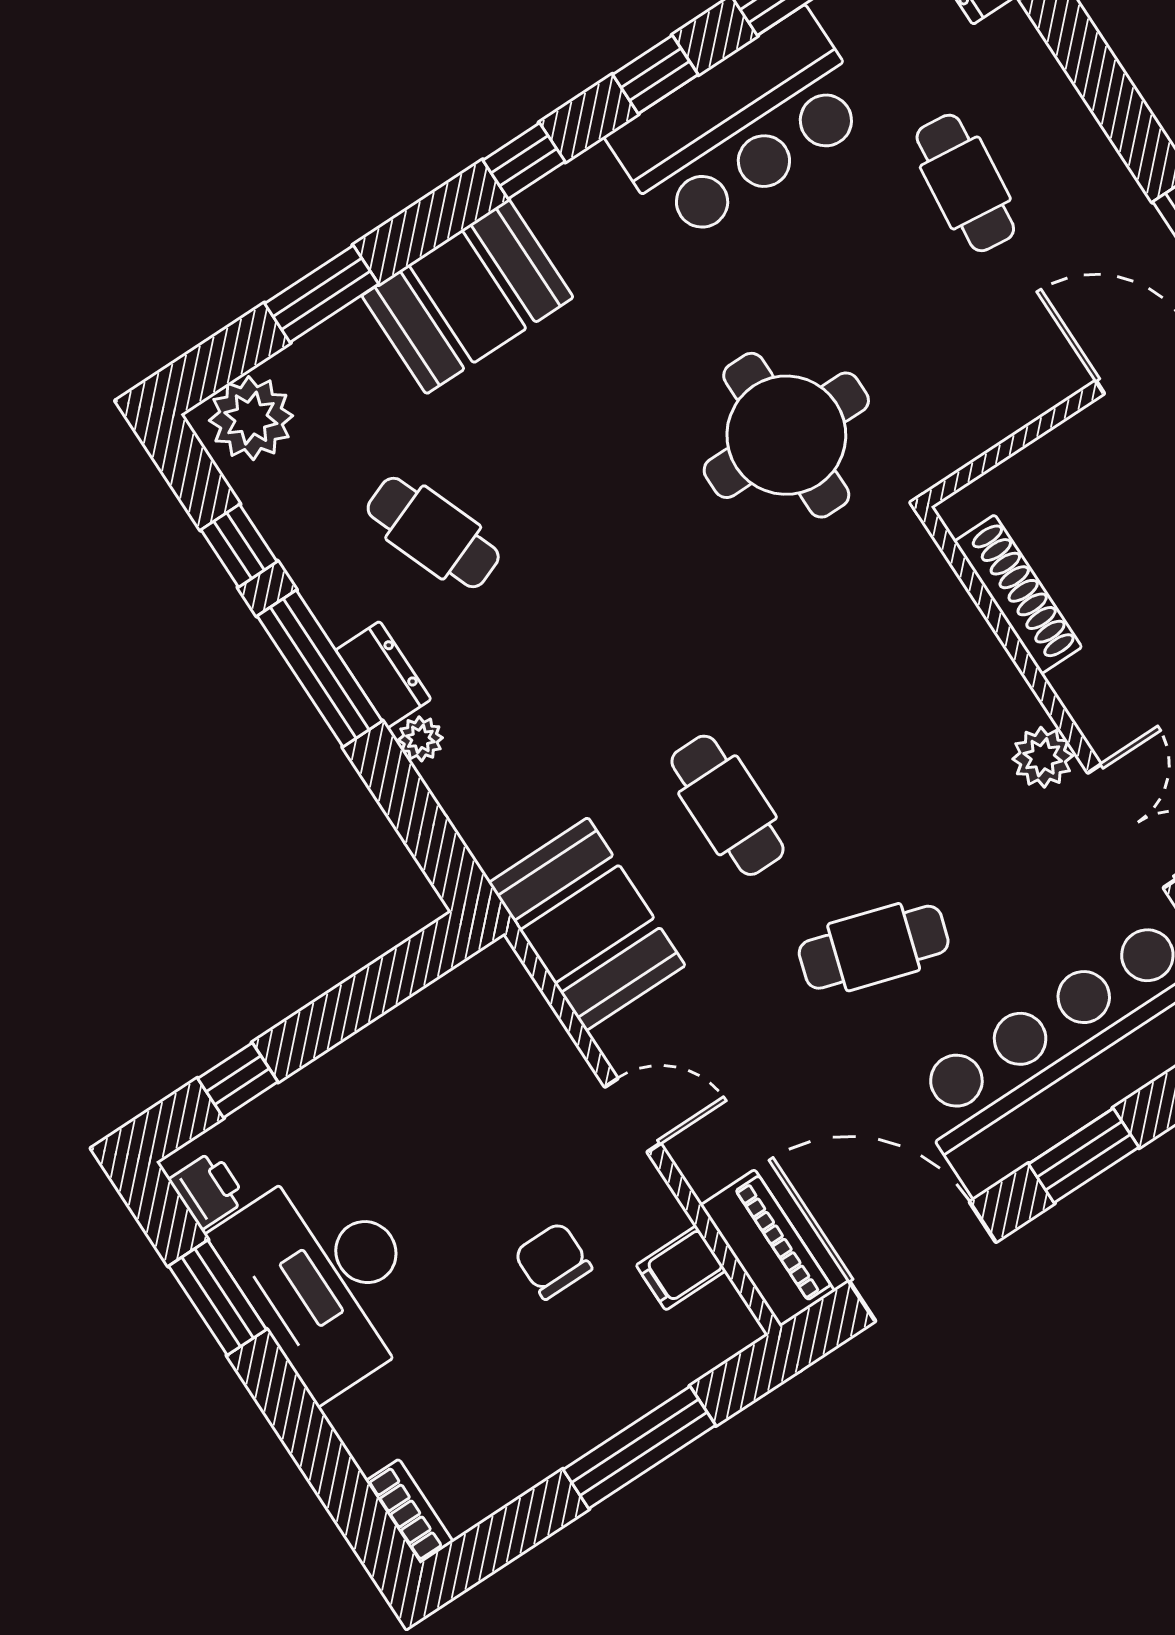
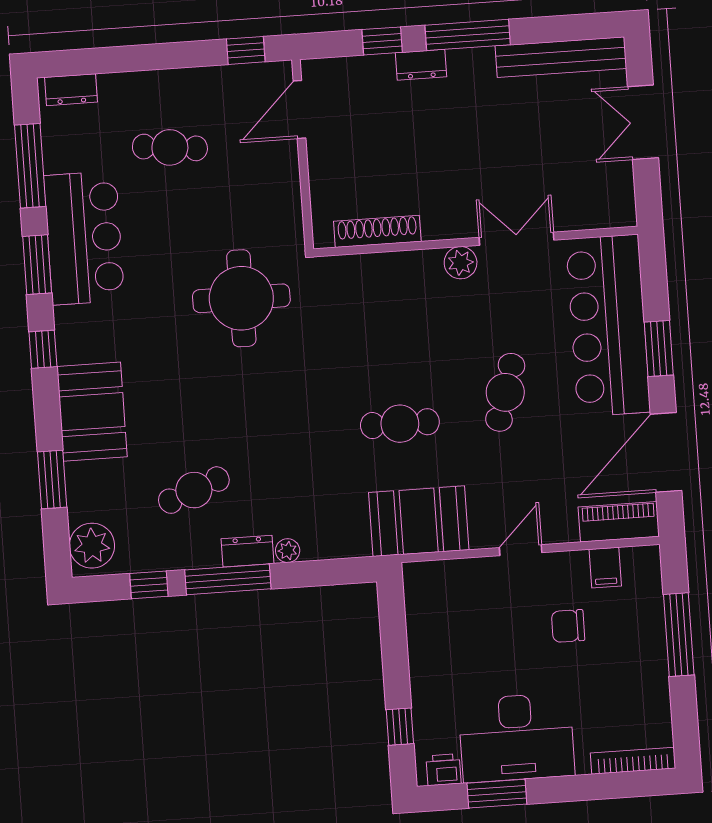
window: (655, 75) -> (37, 265), width x1.50
bookcase: (409, 1511) -> (633, 761), width x1.56

